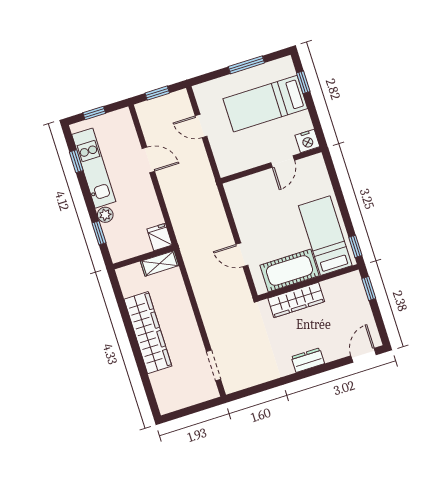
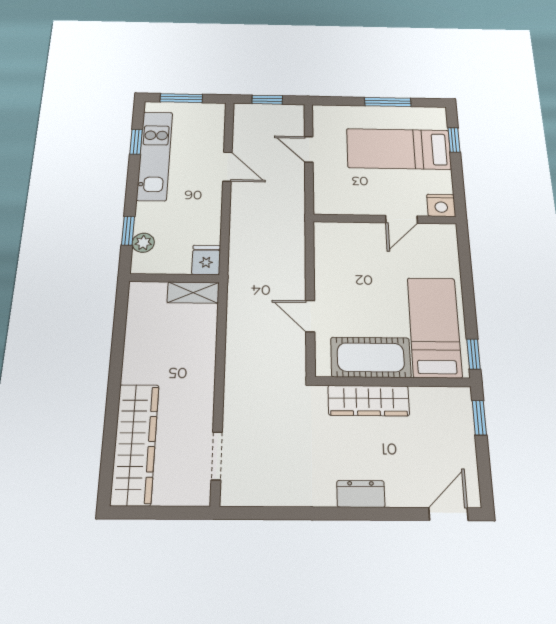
window: (94, 113) -> (181, 98), width x1.50
plant: (105, 215) -> (143, 243), moved
wardrobe: (148, 333) -> (135, 444), moved

